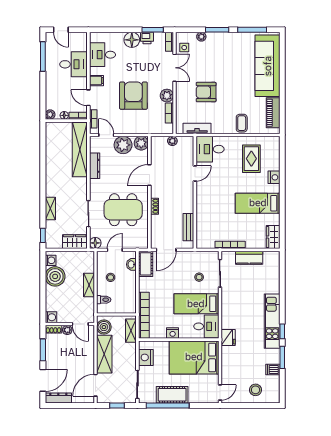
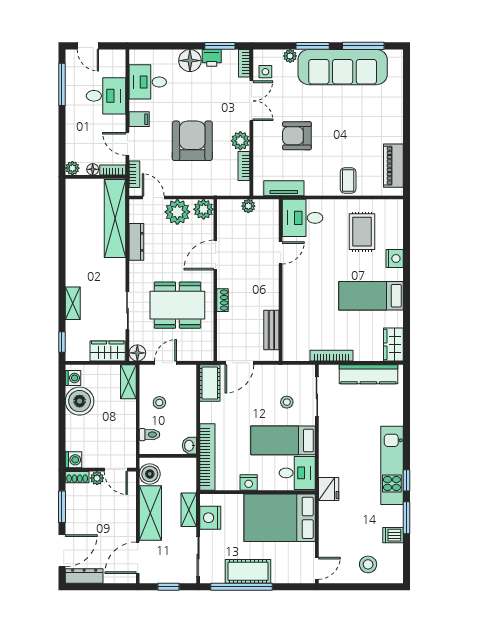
sofa: (268, 66) -> (343, 67), moved, turned -90
kitchen counter: (249, 258) -> (368, 374), width x1.50
washbasin: (131, 264) -> (189, 446), moved
shelving: (89, 285) -> (128, 382), moved
shelving: (131, 331) -> (189, 510), moved

